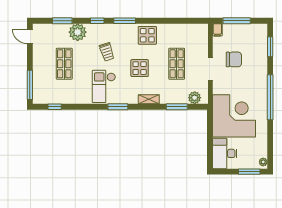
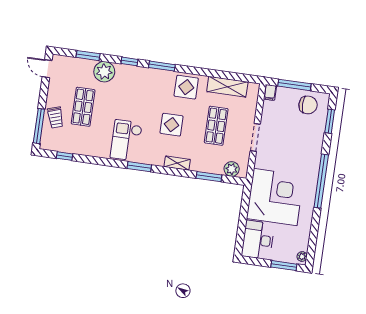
shelving: (181, 30) -> (227, 87), added
trolley: (107, 52) -> (55, 117), moved
chair: (234, 59) -> (308, 105), moved

